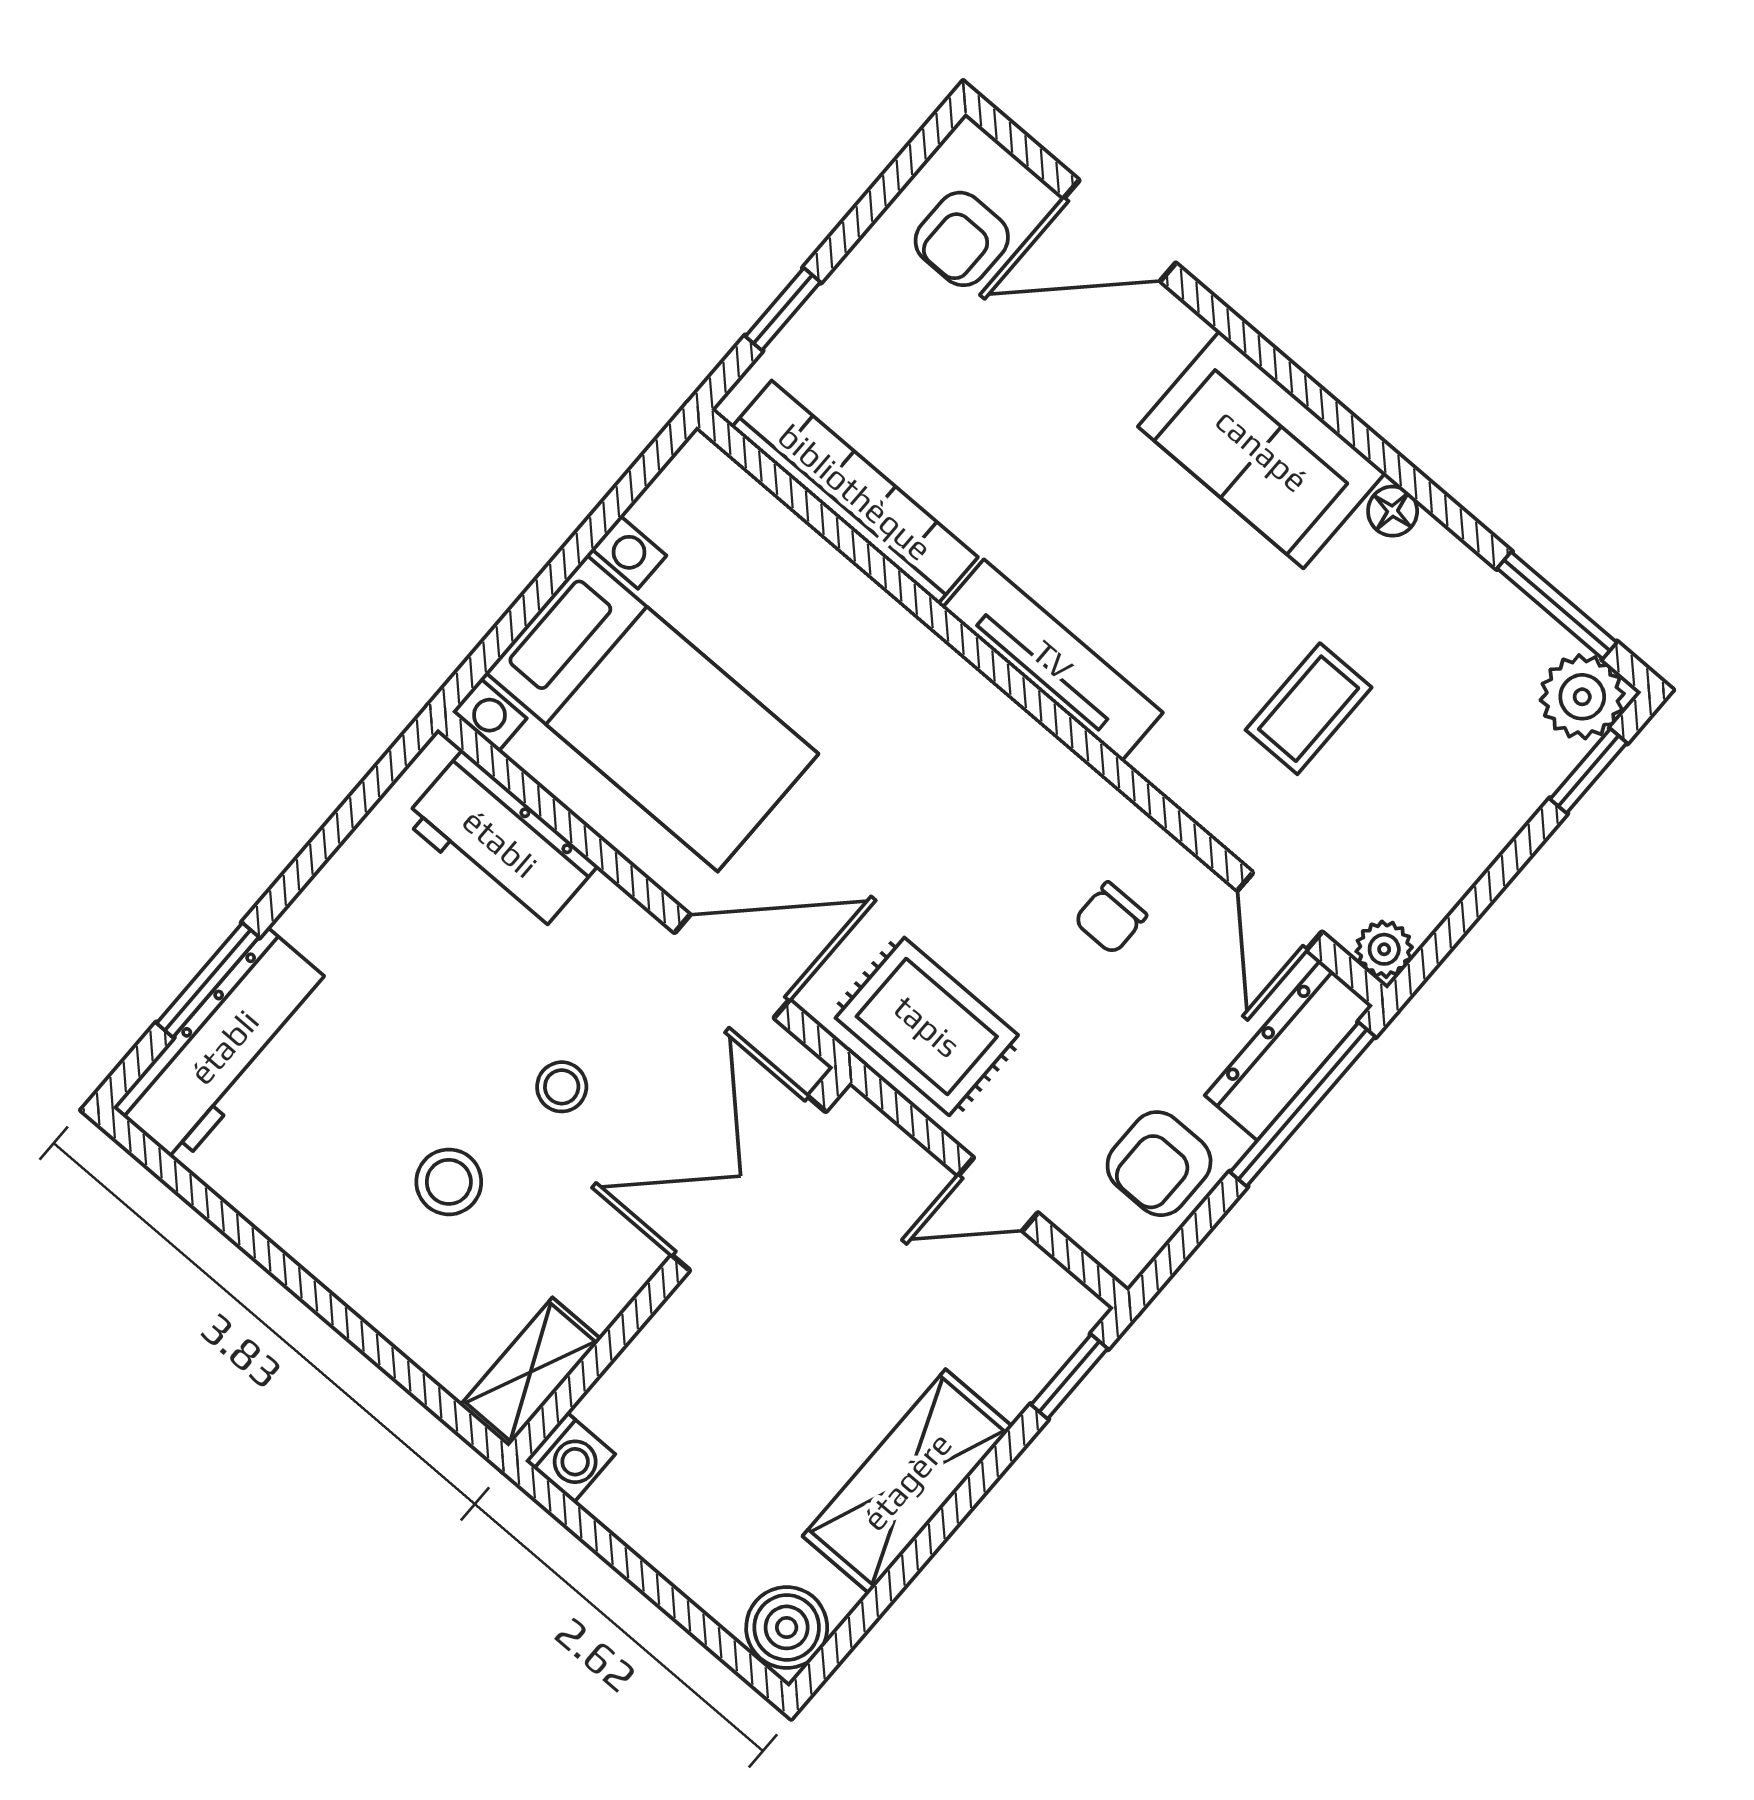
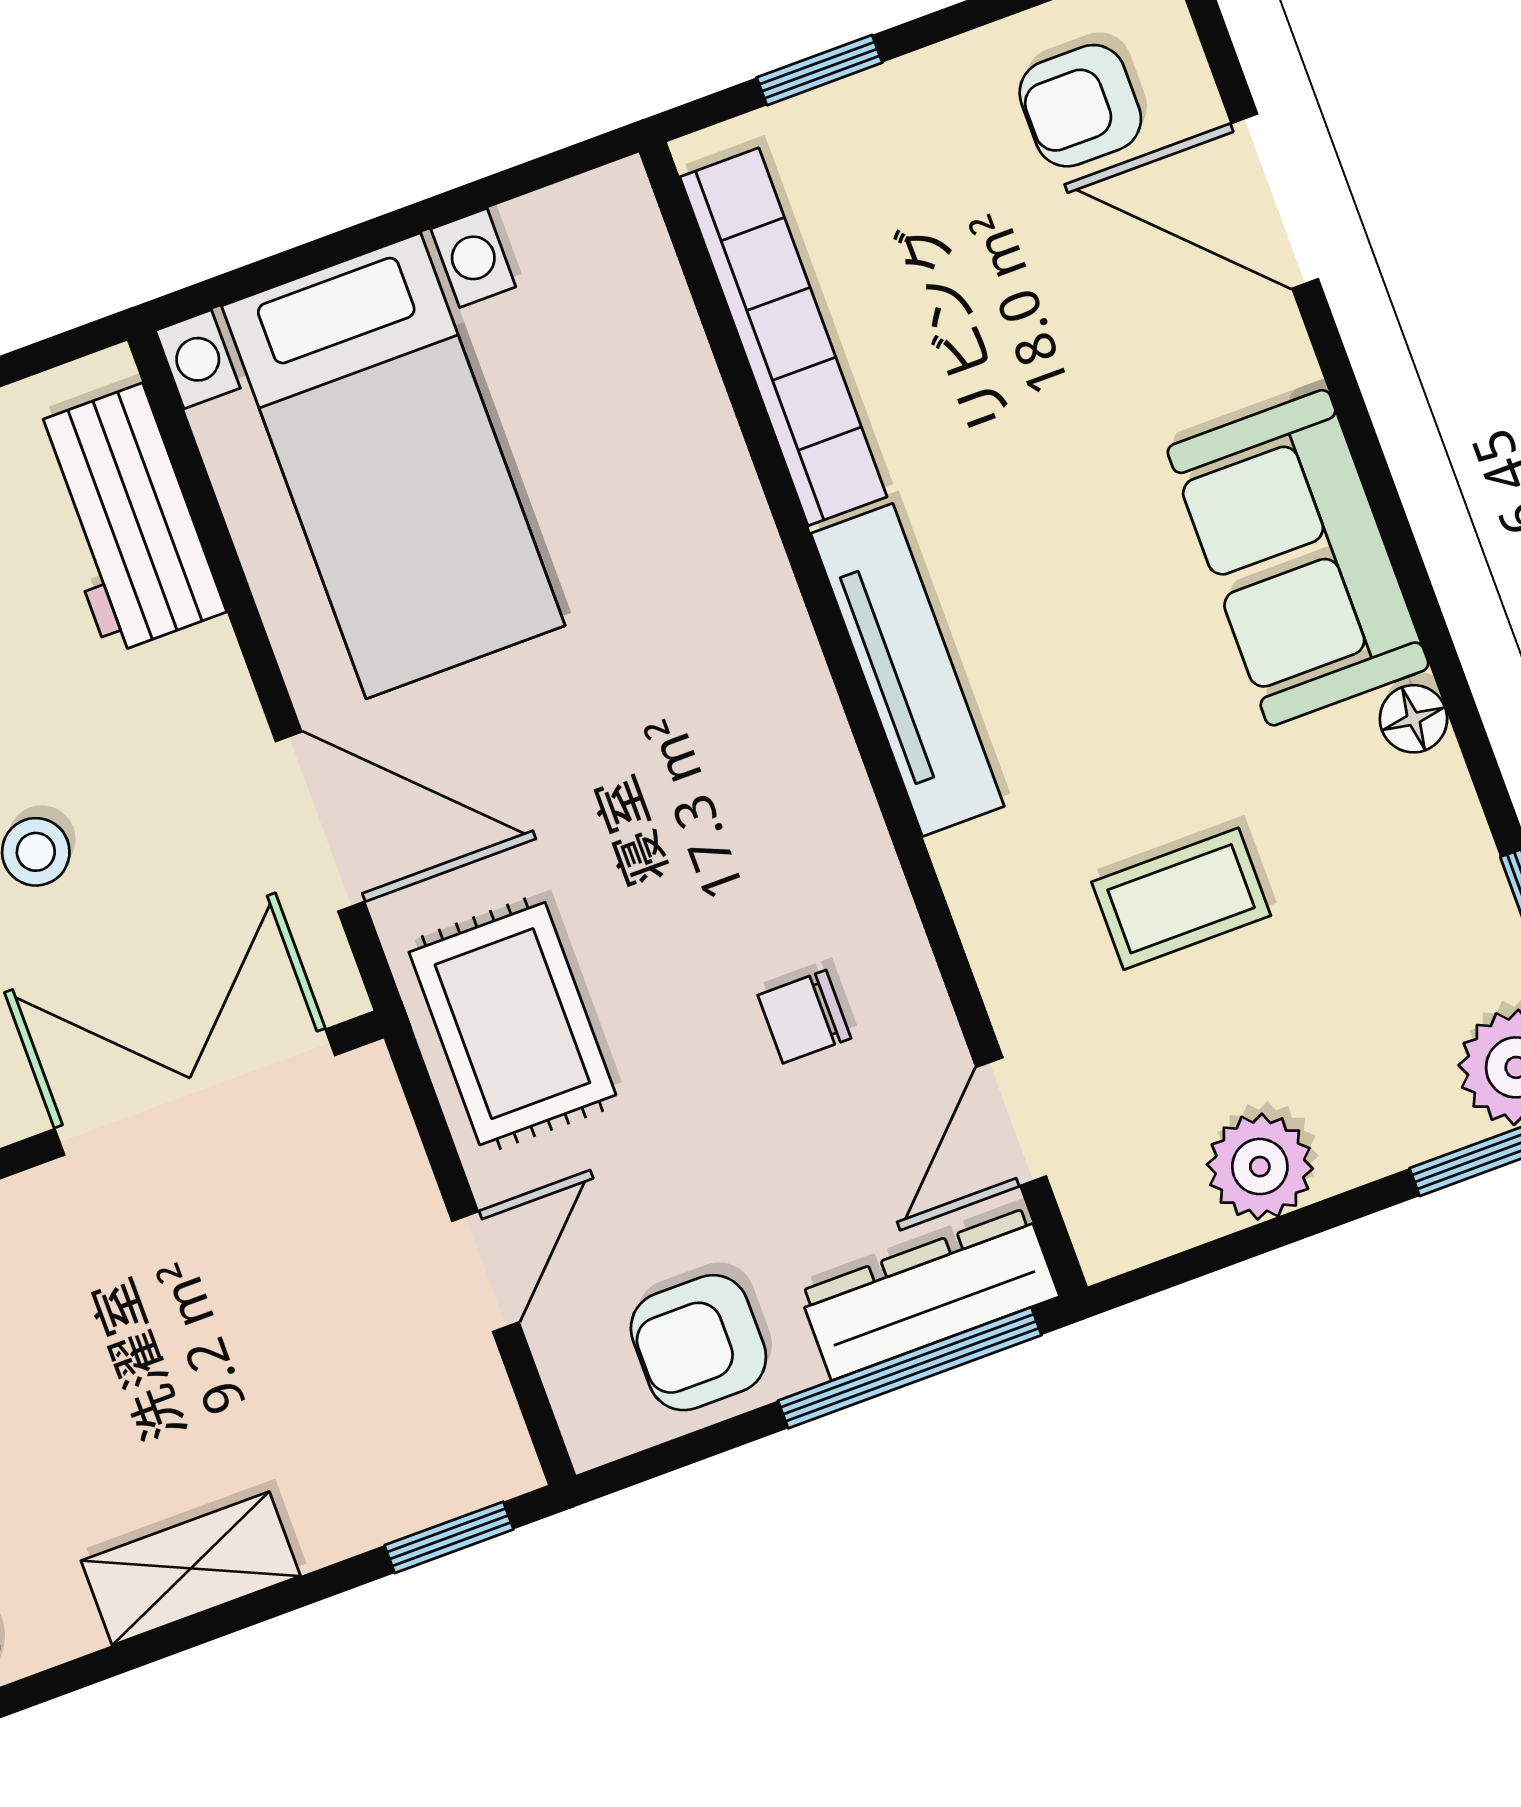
plant: (1384, 949) -> (1260, 1167), moved, width x1.38, depth x1.38
door: (998, 1194) -> (485, 1272), swing flipped
shelving: (907, 1481) -> (191, 1568), width x0.67, depth x0.75

